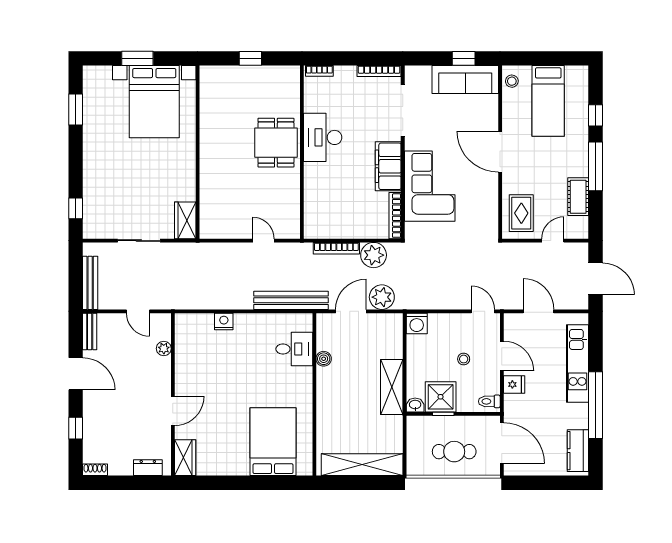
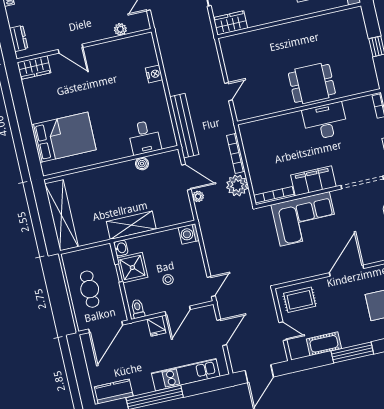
plant: (382, 297) -> (198, 196), width x0.53, depth x0.53

